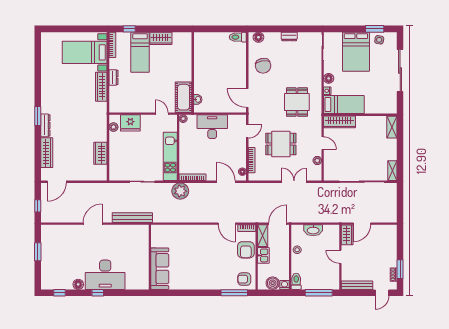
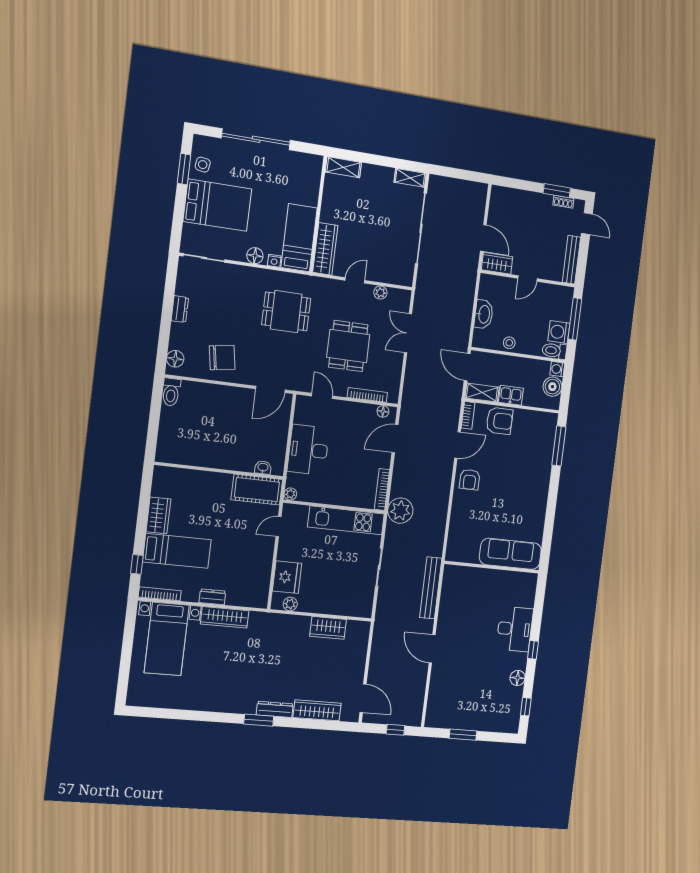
desk: (105, 275) -> (515, 629), width x0.73, depth x0.77
armchair: (244, 279) -> (470, 480), moved
washing machine: (309, 283) -> (559, 332), added

